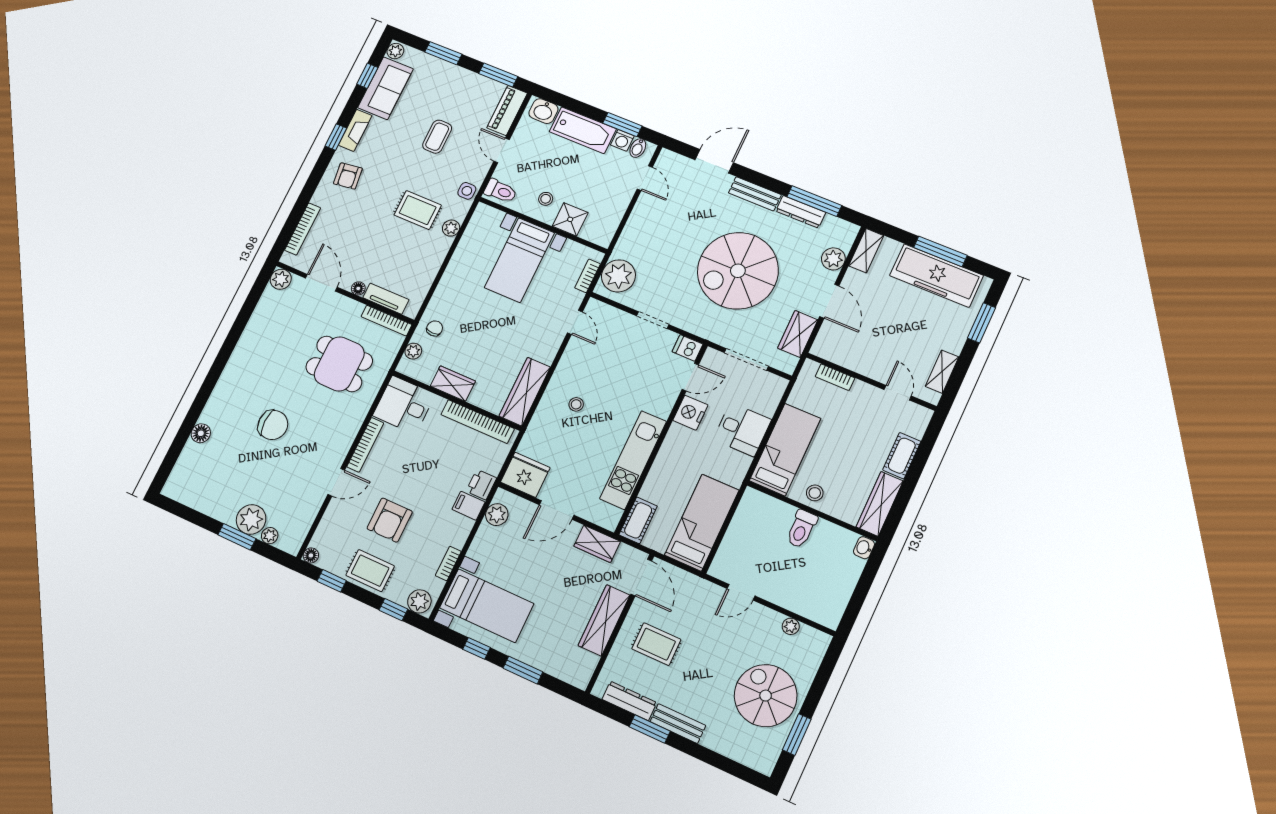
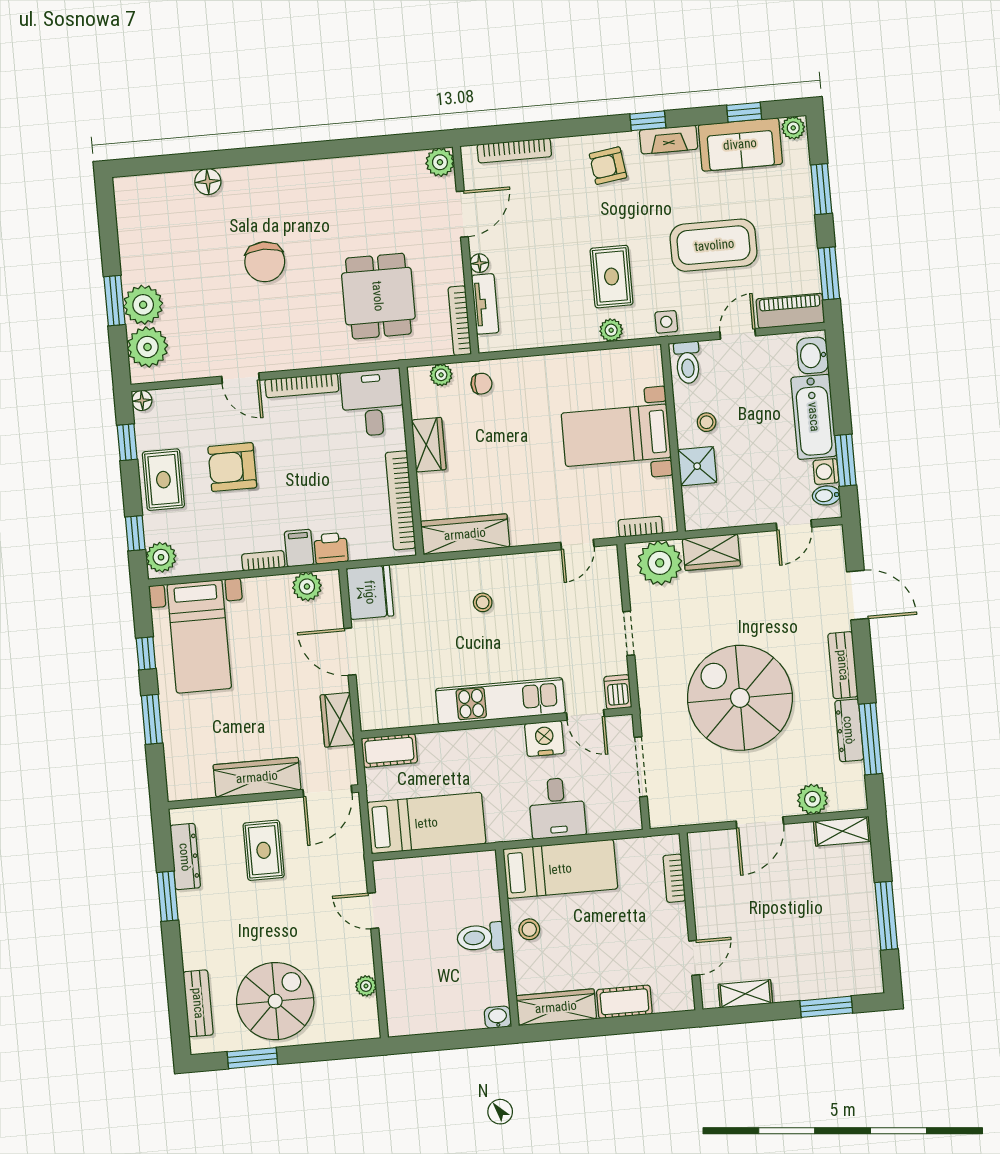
coffee table: (437, 137) -> (714, 245), width x1.86, depth x1.72
freezer: (936, 276) -> (855, 927), removed
wardrobe: (798, 334) -> (711, 552), moved, turned 180
kitchen unit: (633, 460) -> (500, 701), moved
plant: (270, 536) -> (148, 347), width x1.87, depth x1.87
bookcase: (448, 563) -> (263, 561), moved
bench: (678, 724) -> (198, 1003), moved

